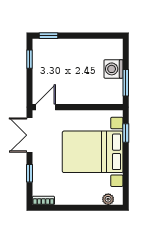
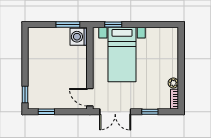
washing machine: (113, 69) -> (79, 37), moved, turned 90
bed with nightstands: (93, 152) -> (122, 54), width x0.73
plant: (108, 199) -> (173, 83), moved

